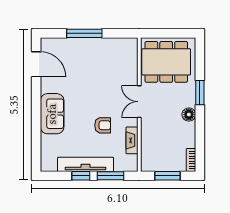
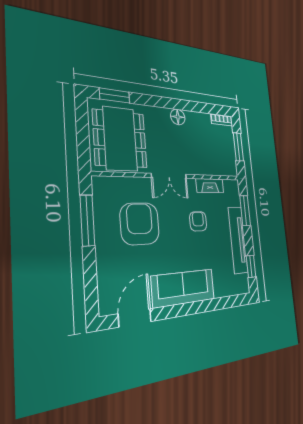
window: (84, 33) -> (87, 220), moved
armchair: (102, 73) -> (140, 224), added
window: (200, 93) -> (115, 96), moved
sofa: (52, 114) -> (184, 288), width x1.36
window: (81, 176) -> (251, 266), moved

